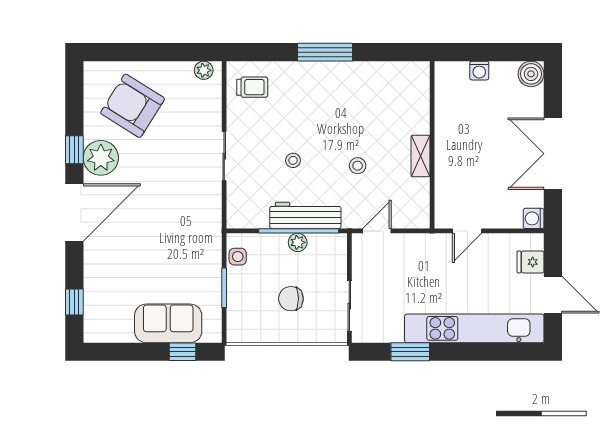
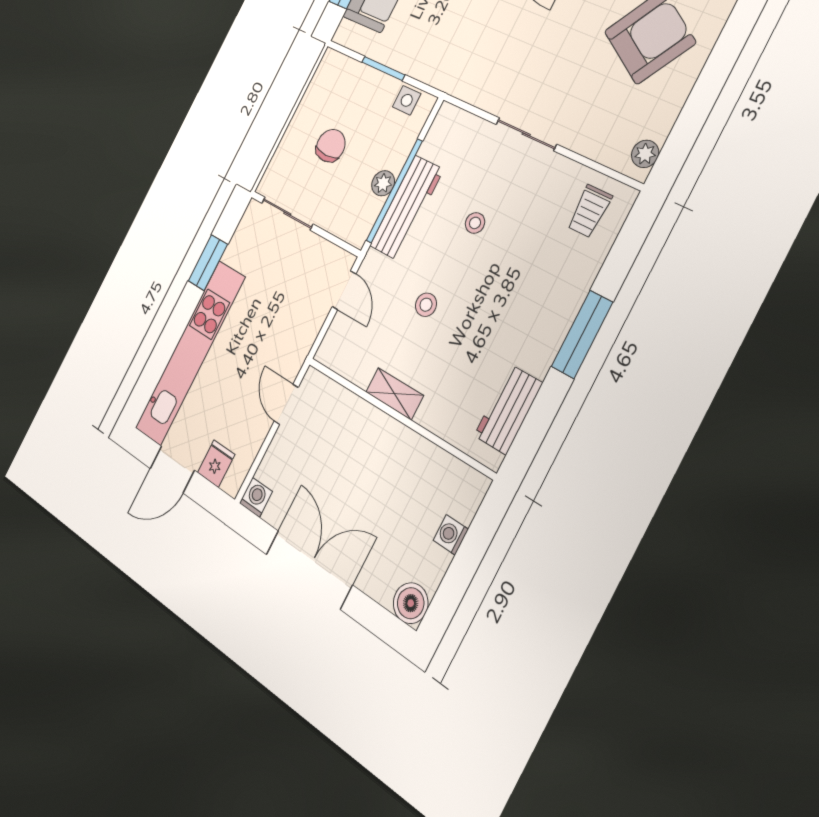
workbench: (390, 75) -> (508, 409), added

